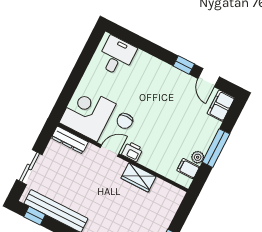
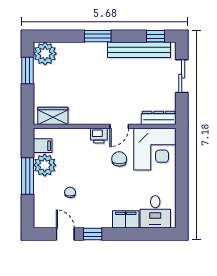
filing cabinet: (221, 106) -> (126, 219), moved, turned -90
chair: (185, 113) -> (70, 192), added
plant: (198, 157) -> (45, 165), width x1.87, depth x1.87
wardrobe: (139, 177) -> (53, 116), moved

